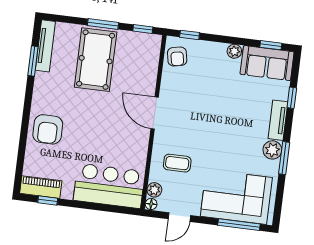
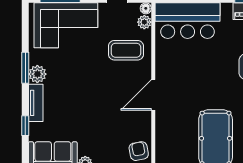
door: (155, 113) -> (153, 95), swing flipped
coffee table: (177, 163) -> (126, 50), width x1.36, depth x1.30

